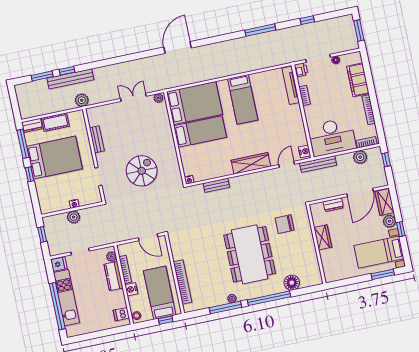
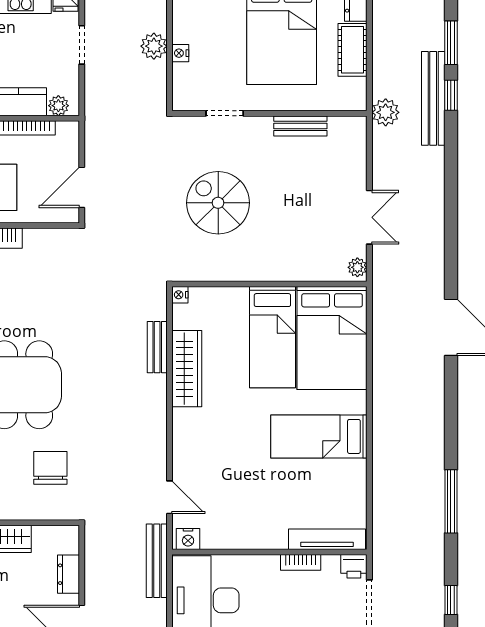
wardrobe: (251, 163) -> (187, 369), moved
spiral stairs: (142, 171) -> (218, 203), turned 180

